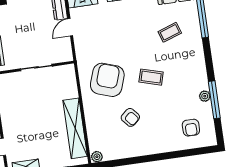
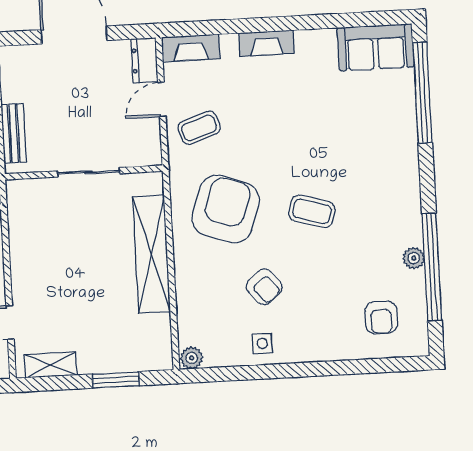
coffee table: (170, 32) -> (199, 128), moved
window: (214, 100) -> (432, 267), width x1.46
shelving: (75, 128) -> (152, 254), moved
side table: (132, 146) -> (262, 343), added

